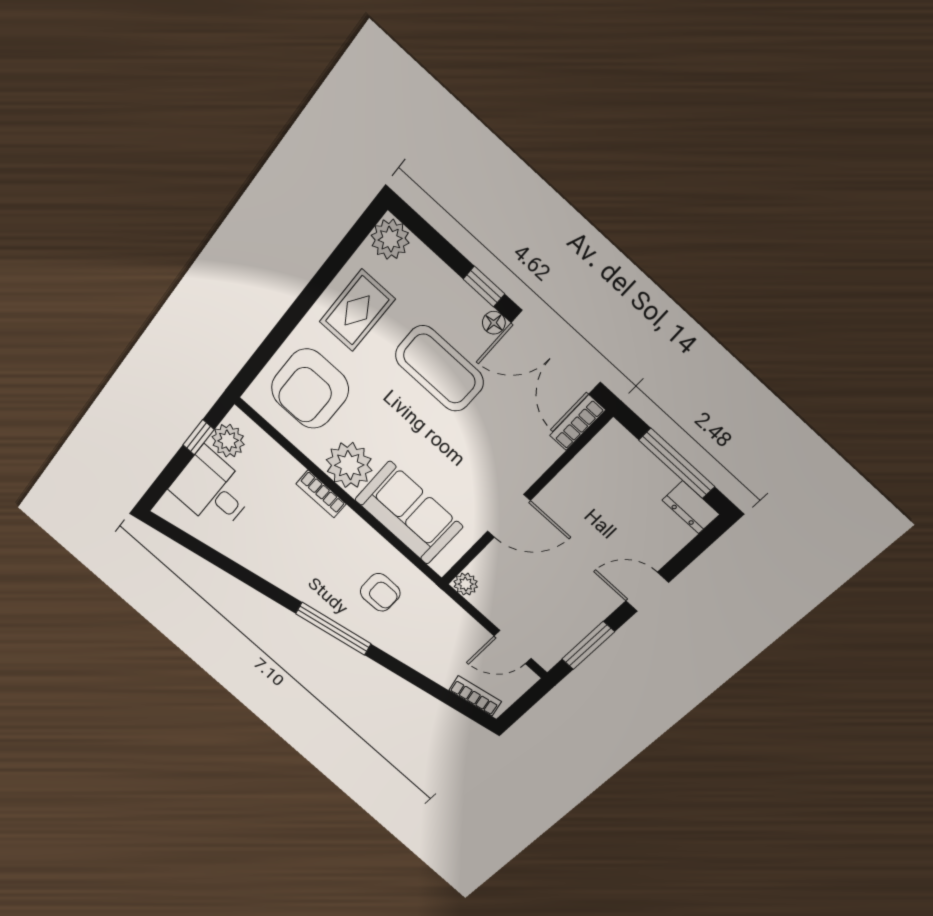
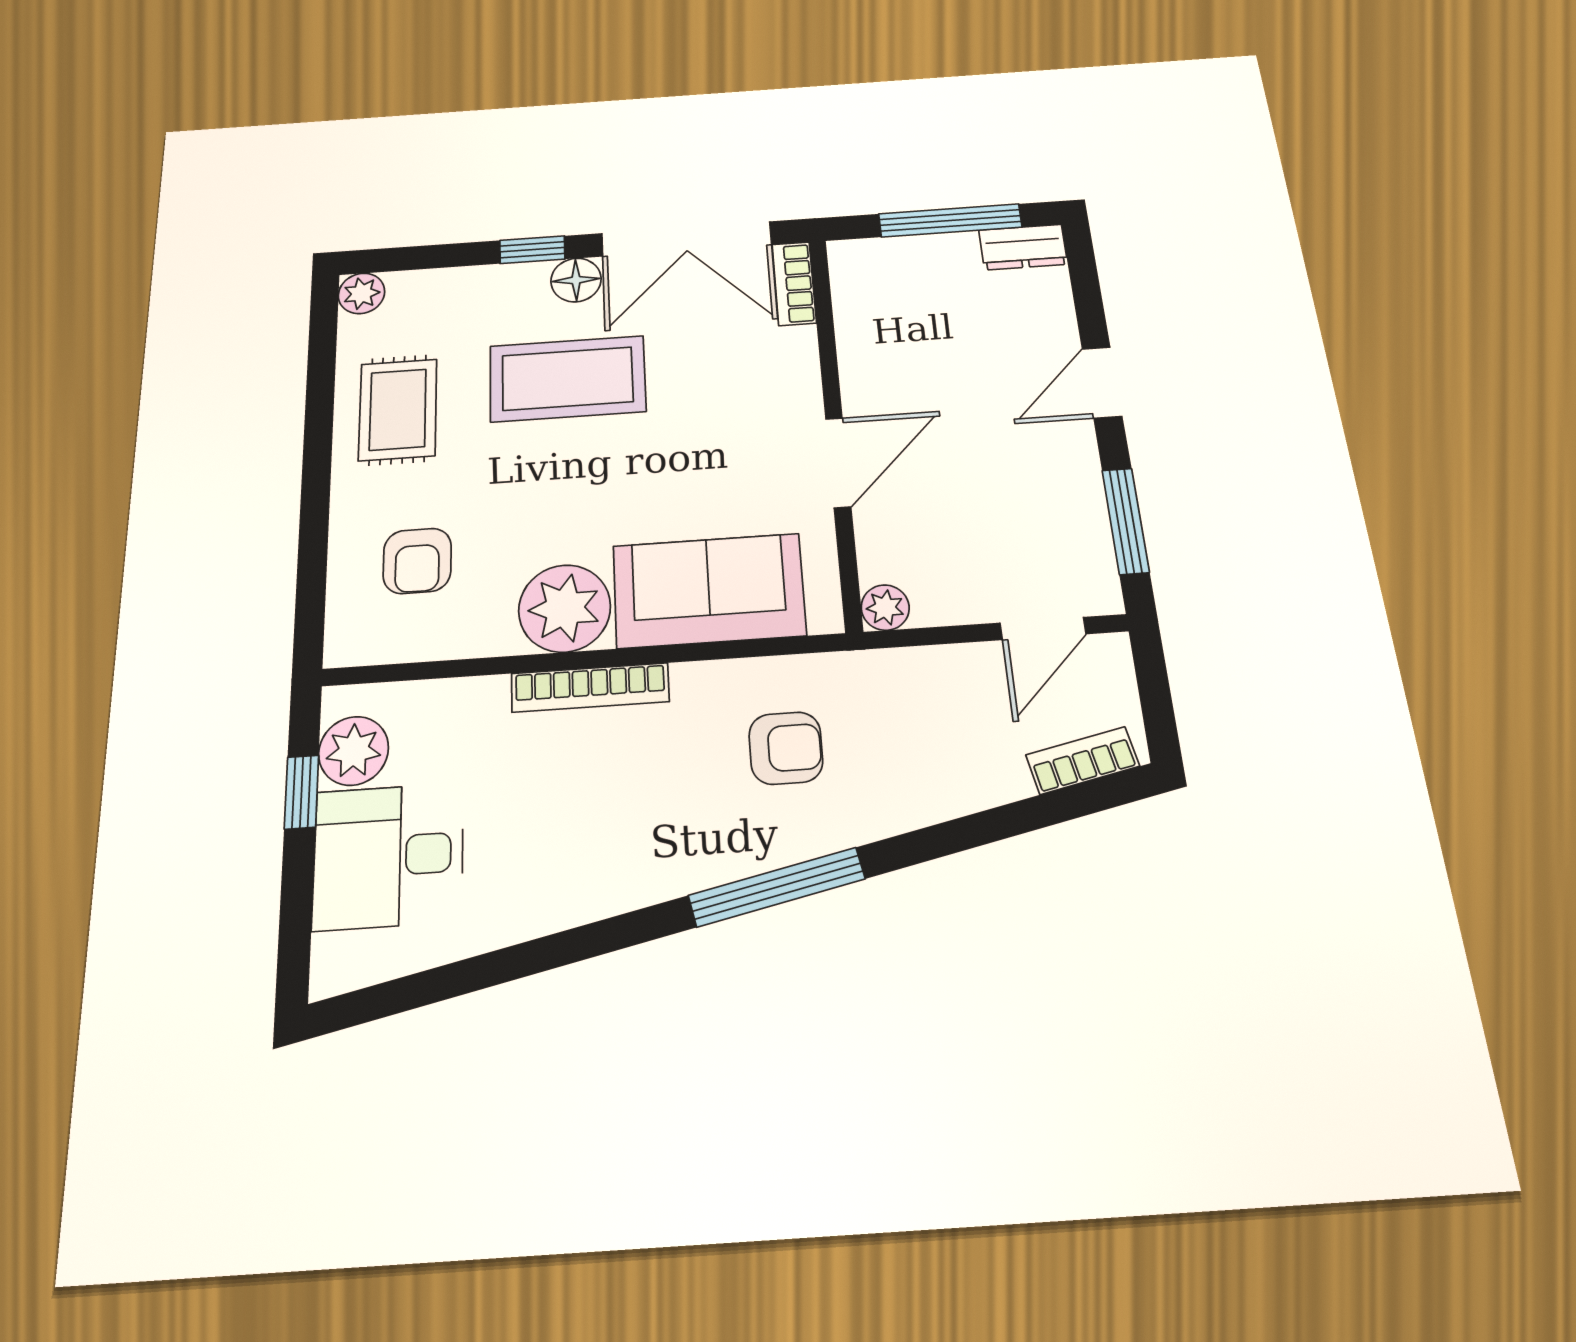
plant: (390, 239) -> (361, 293), width x0.73, depth x0.73
floor lamp: (494, 323) -> (576, 280), width x1.37, depth x1.37
armchair: (310, 389) -> (417, 561), width x0.53, depth x0.53
bookcase: (321, 494) -> (590, 688), width x1.56

